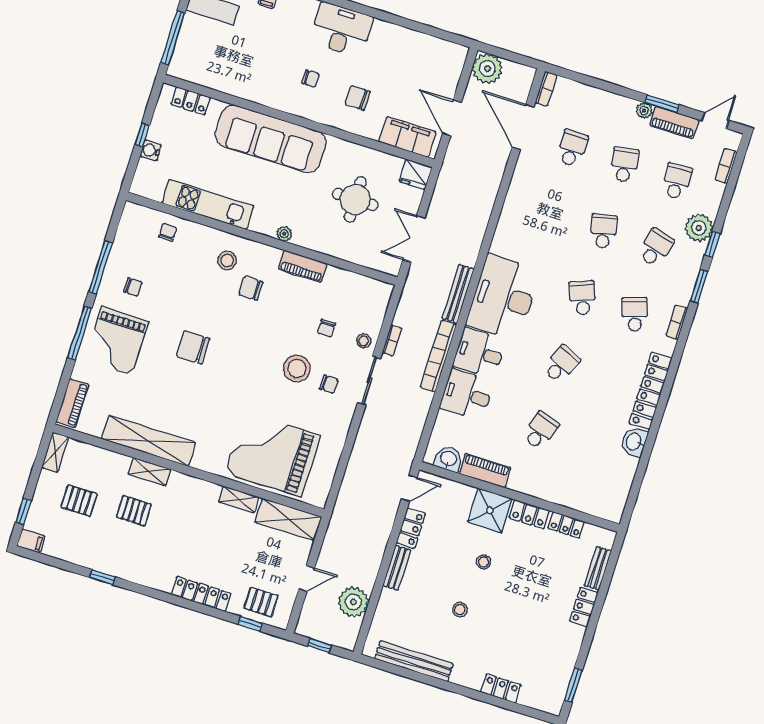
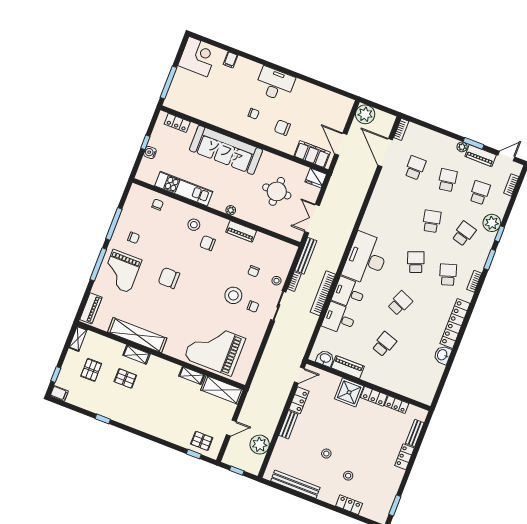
bench: (458, 294) -> (306, 256), moved
pallet: (79, 501) -> (91, 370), turned 90
stool: (484, 562) -> (348, 476), moved
locker: (201, 594) -> (164, 433), removed

